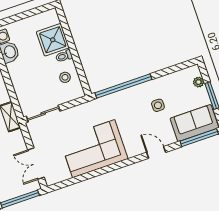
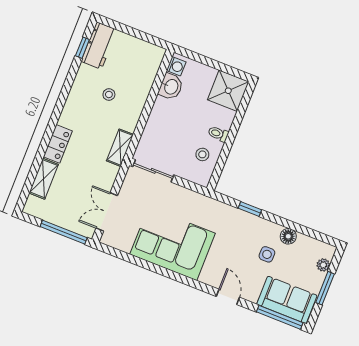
shower: (53, 40) -> (228, 91), moved
floor lamp: (162, 83) -> (288, 236), added
window: (123, 86) -> (250, 209), width x0.32

